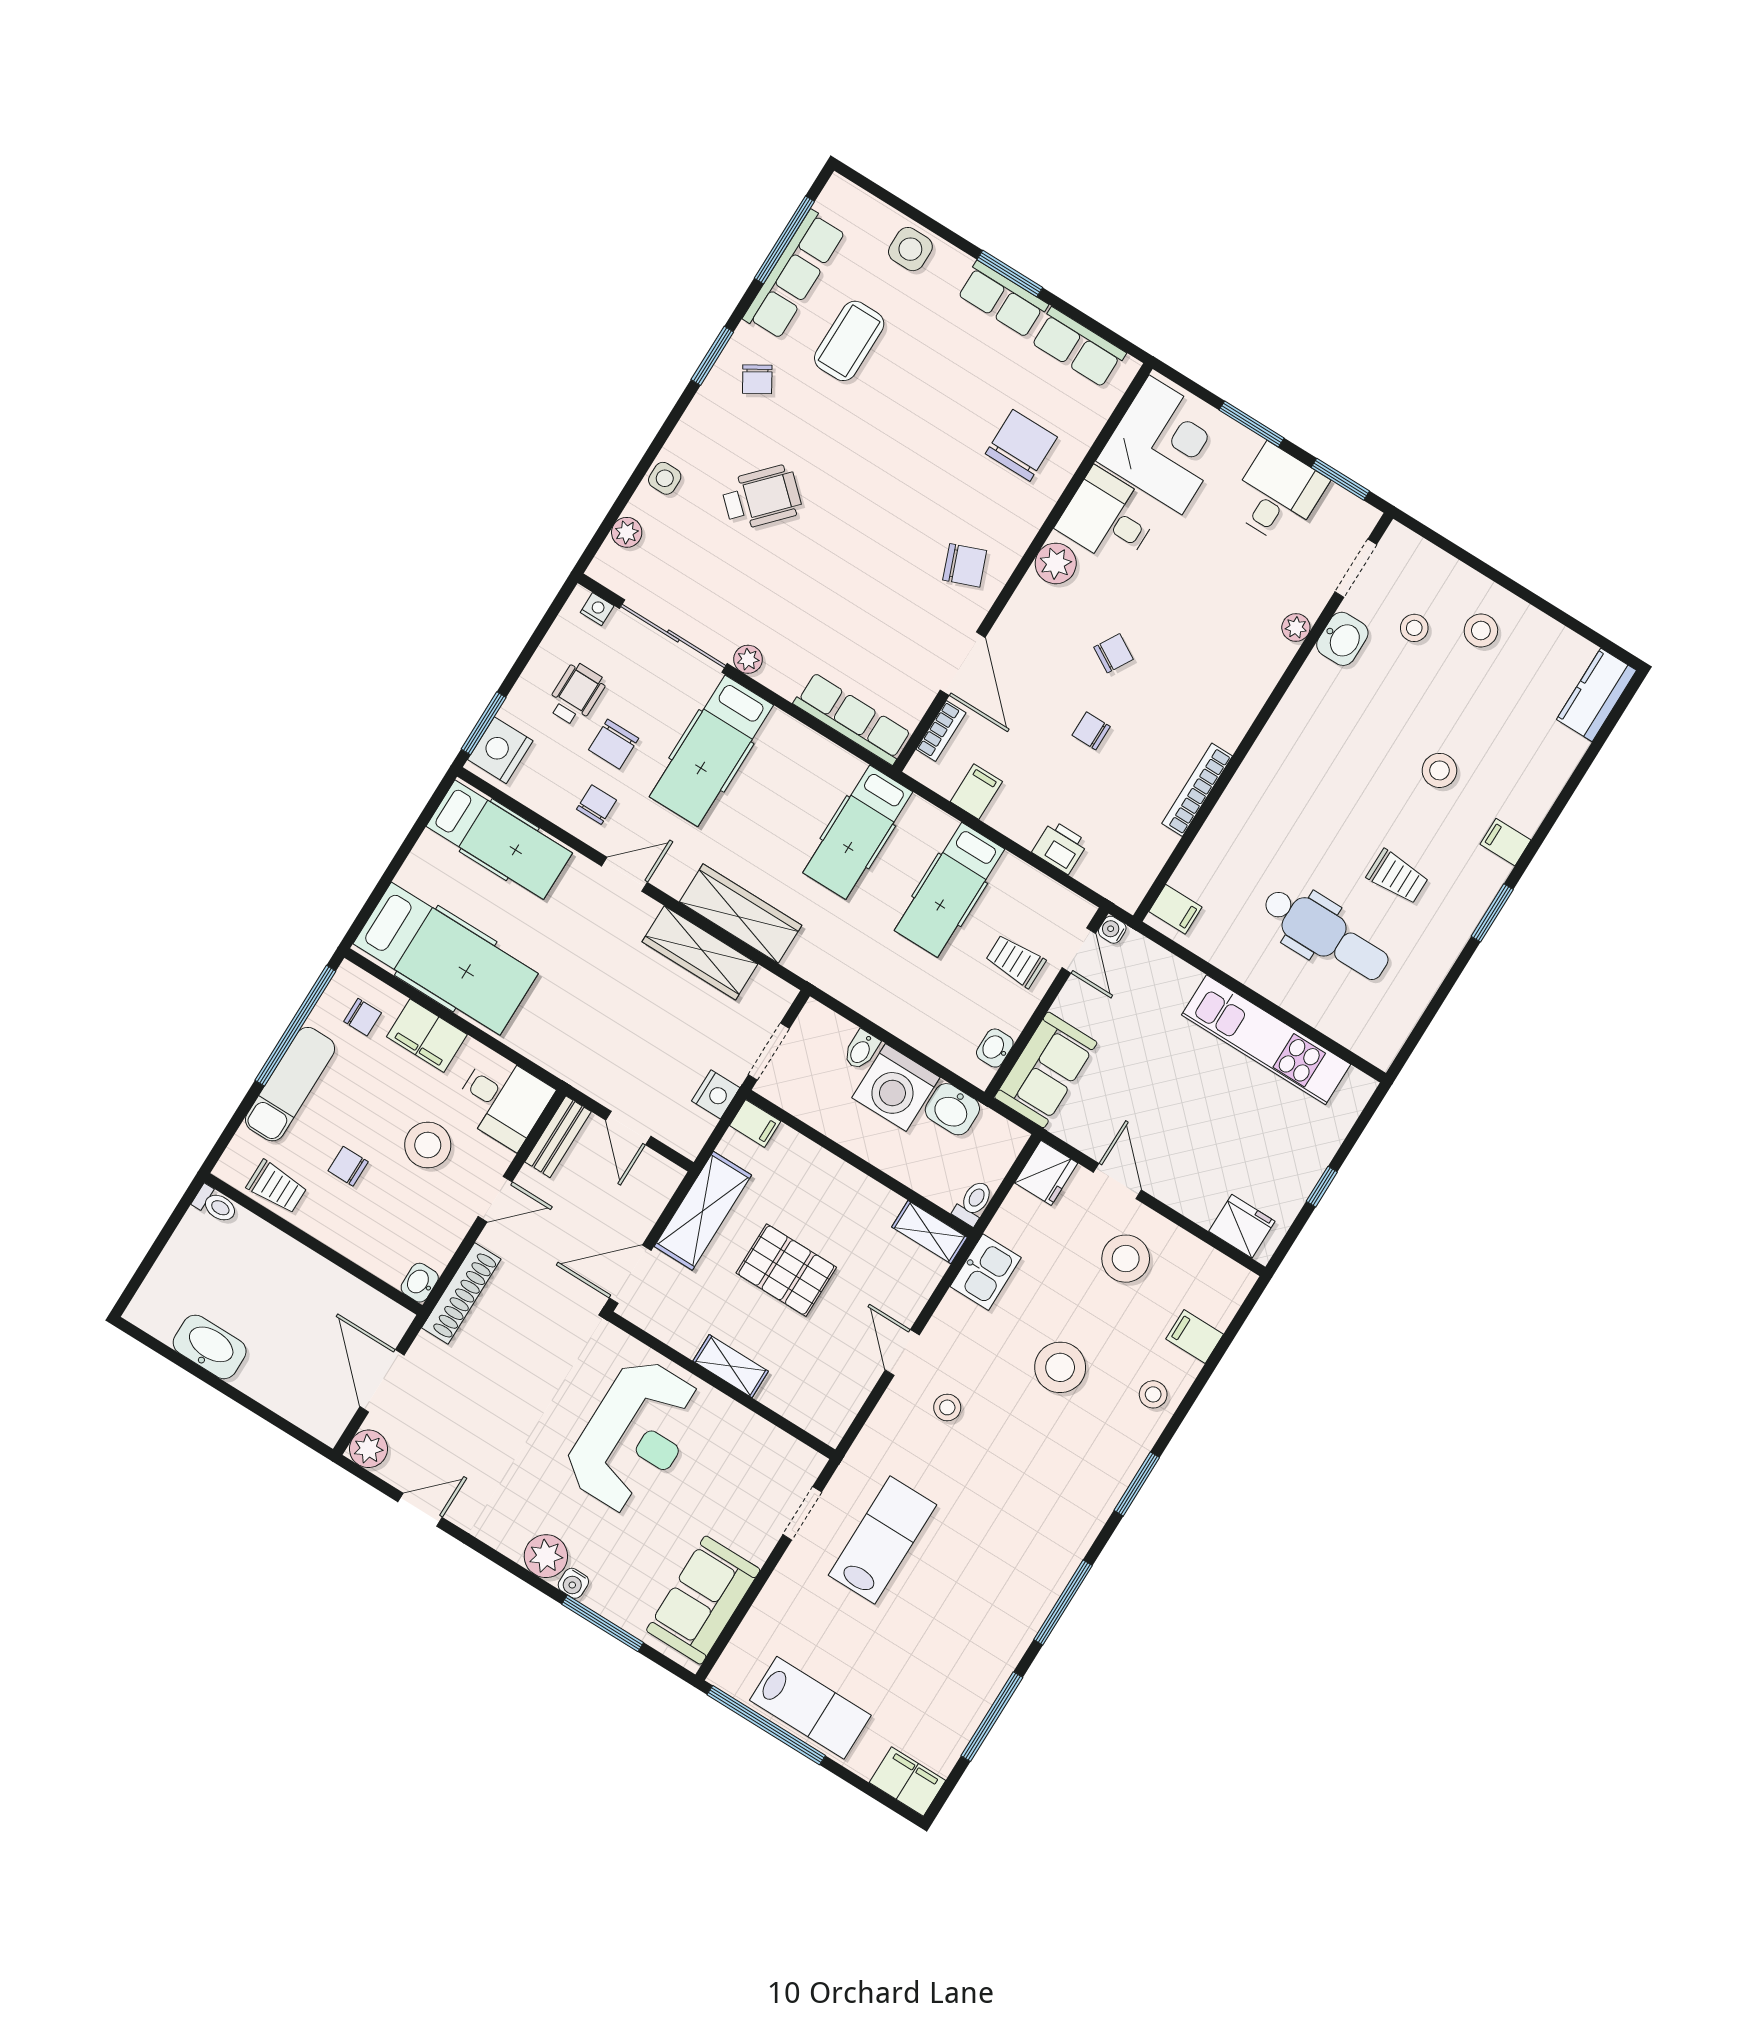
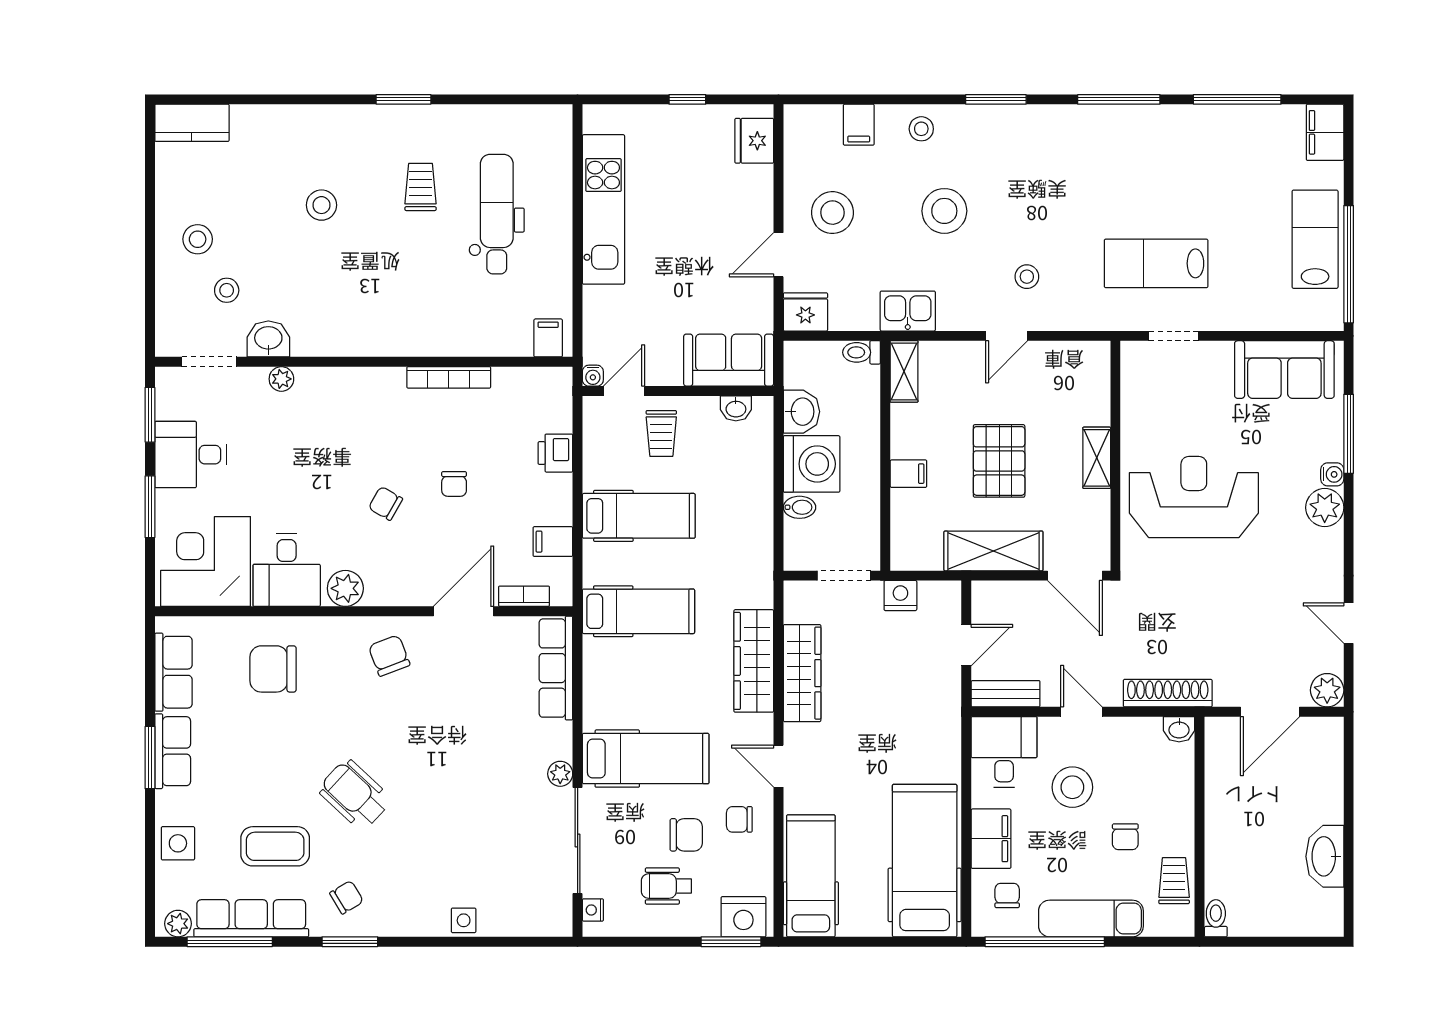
wheelchair: (762, 497) -> (355, 795), moved
plant: (627, 532) -> (178, 924), moved
filing cabinet: (1505, 842) -> (344, 122), removed
filing cabinet: (755, 1123) -> (908, 474), moved, turned 90

